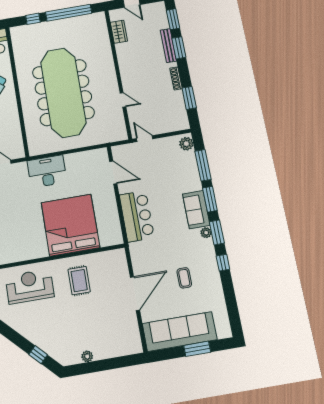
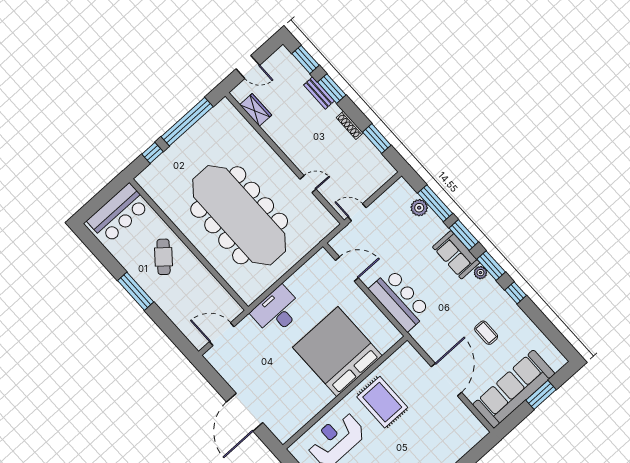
bench: (168, 46) -> (319, 93), width x0.73
plant: (186, 144) -> (419, 208), moved
rug: (79, 281) -> (382, 402), width x1.36, depth x1.43

